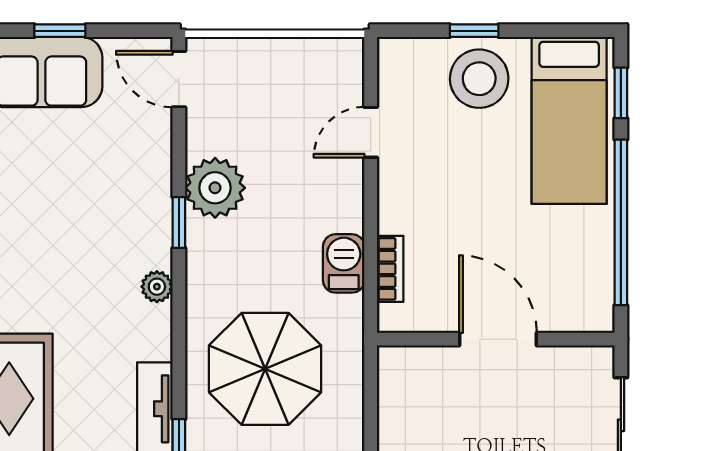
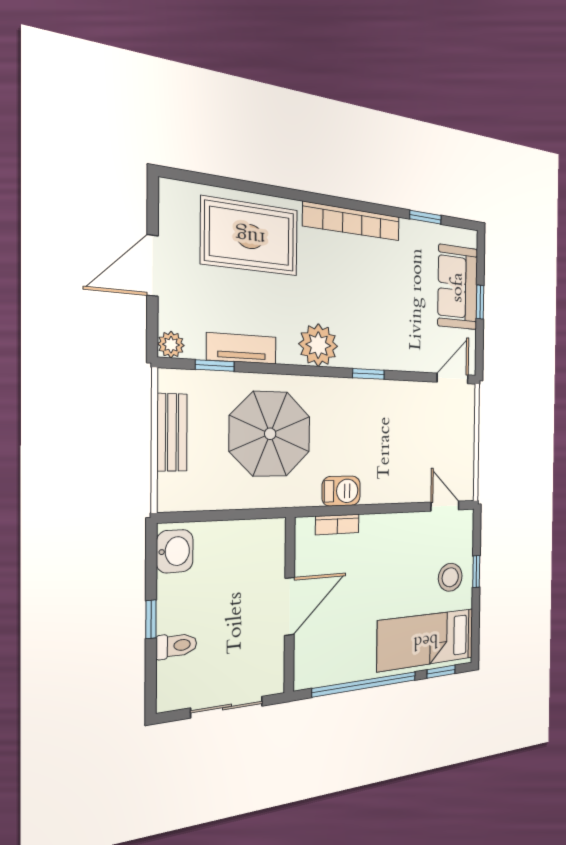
stool: (479, 79) -> (450, 577), width x0.73, depth x0.73
door: (371, 132) -> (445, 506), moved
plant: (215, 188) -> (389, 400), removed
plant: (157, 287) -> (318, 345), width x1.88, depth x1.88

